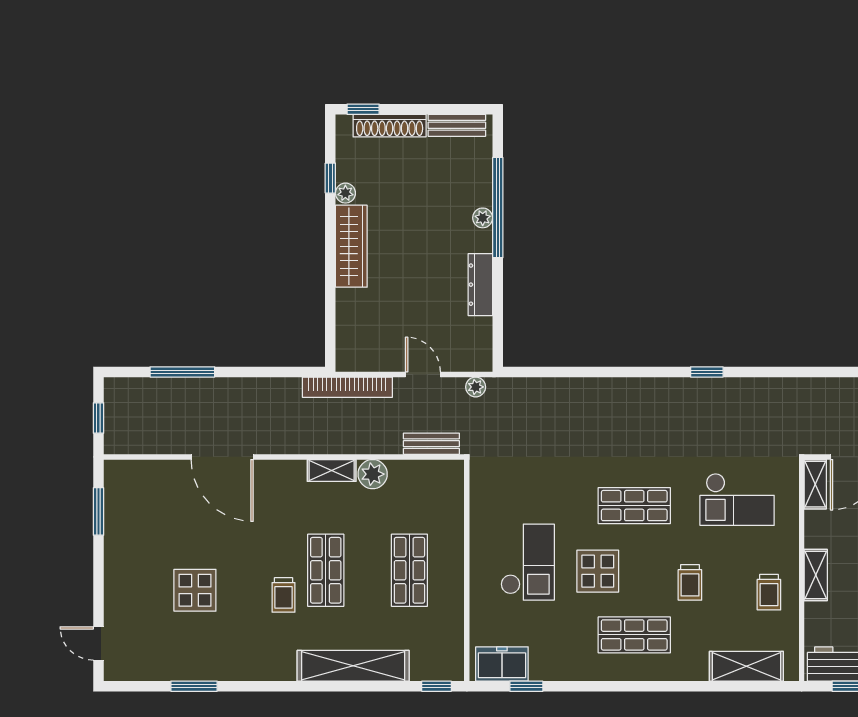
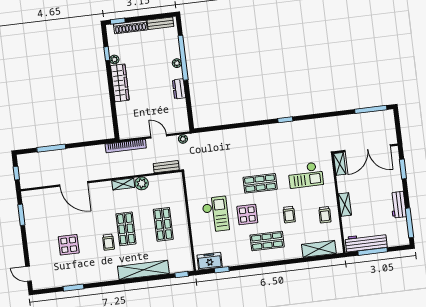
dresser: (480, 285) -> (179, 89), width x0.70

